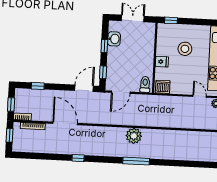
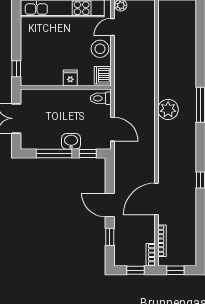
washbasin: (114, 39) -> (71, 141), moved
window: (104, 46) -> (54, 153), width x2.17
stool: (185, 49) -> (100, 49), moved
door: (84, 88) -> (110, 205), moved

